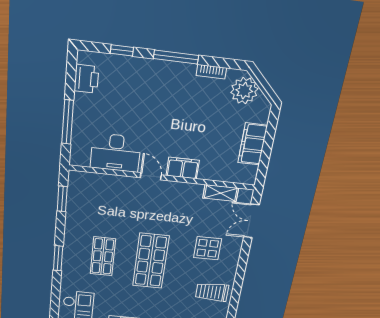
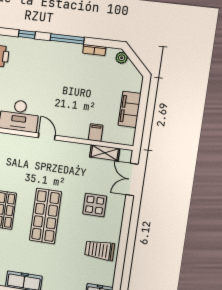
plant: (244, 91) -> (122, 58), width x0.53, depth x0.53
filing cabinet: (183, 168) -> (96, 133), moved, width x0.50

